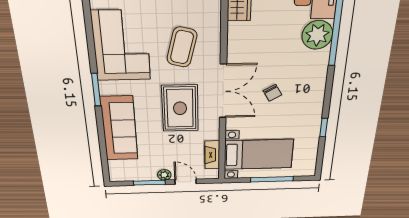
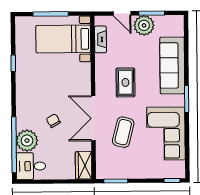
double door: (223, 91) -> (93, 118), moved
chair: (273, 93) -> (53, 121), moved
rug: (180, 108) -> (125, 82), width x0.73, depth x0.70
plant: (164, 175) -> (144, 25), width x1.88, depth x1.88

